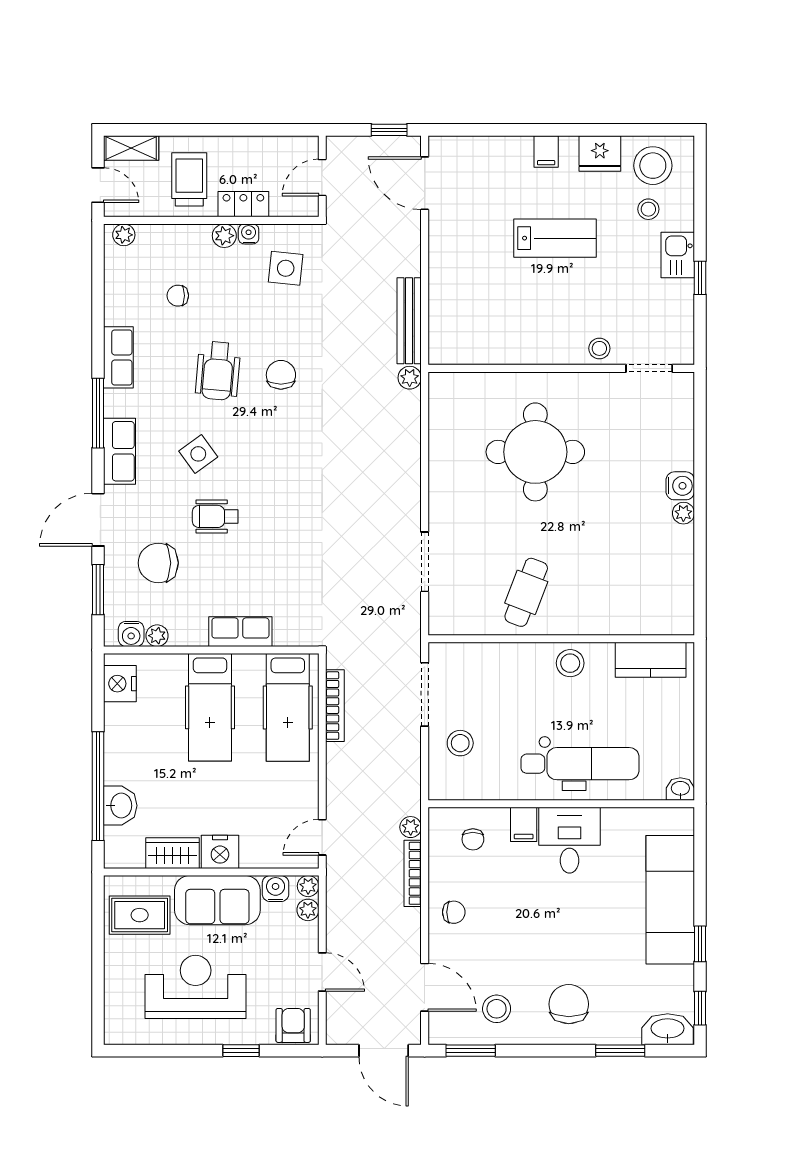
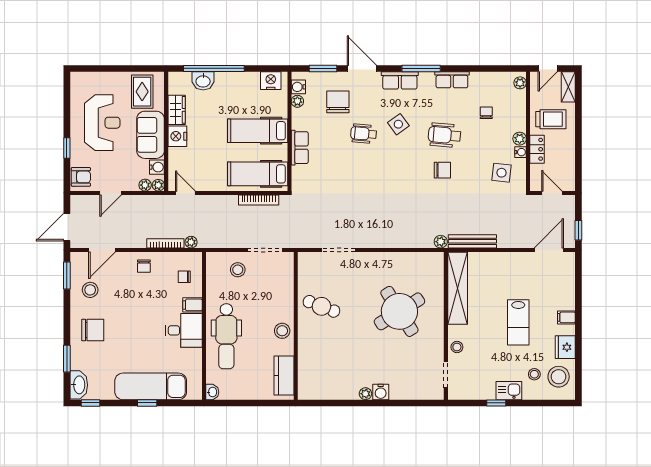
shelving: (494, 347) -> (458, 288), added
round table: (535, 452) -> (399, 311), turned -32
wheelchair: (215, 516) -> (364, 134), turned -85
window: (700, 944) -> (147, 403), moved

